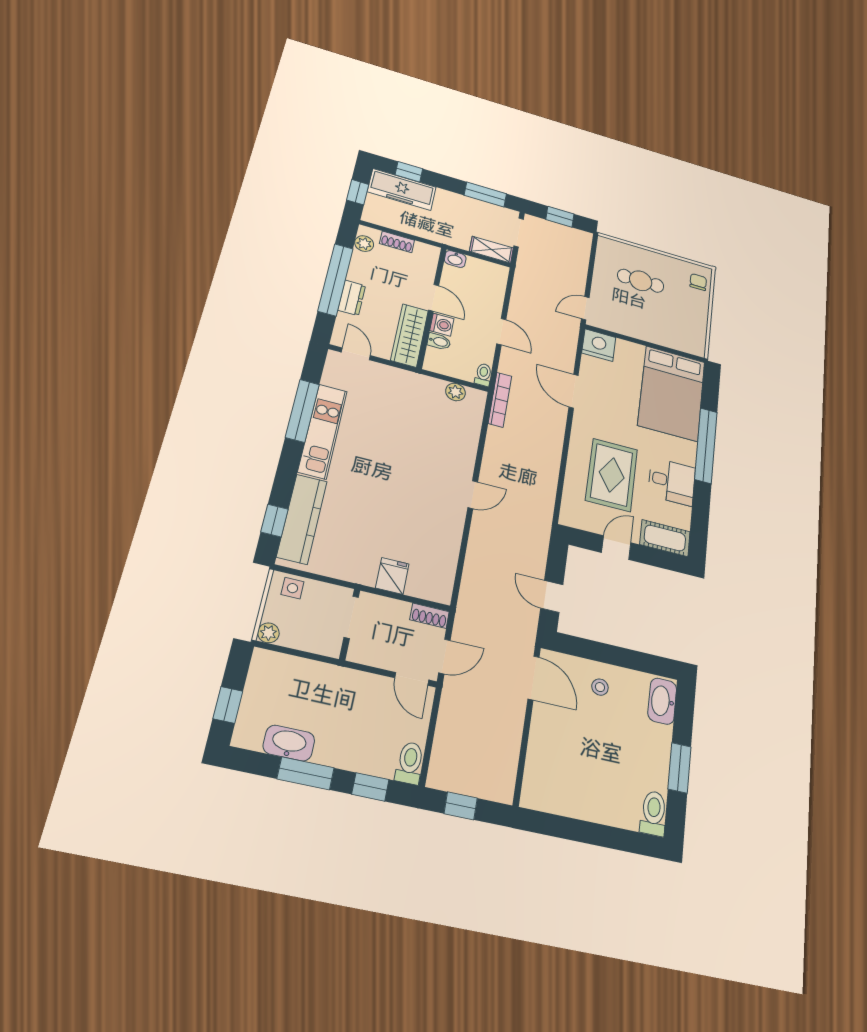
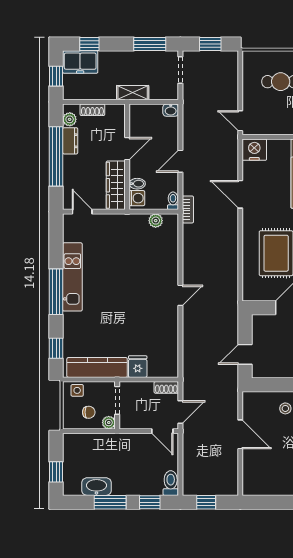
freezer: (402, 189) -> (80, 62), width x0.71
shelving: (492, 250) -> (133, 93), moved
washbasin: (455, 259) -> (171, 110), moved
dresser: (352, 298) -> (70, 141), moved
door: (434, 298) -> (127, 149), hinge flipped
door: (585, 308) -> (240, 121), hinge flipped
washing machine: (442, 325) -> (137, 198), moved
door: (501, 332) -> (180, 161), swing flipped
bookcase: (500, 400) -> (188, 209), width x0.64
window: (302, 411) -> (56, 292), moved
kitchen counter: (302, 519) -> (97, 367), moved, turned -90
door: (552, 596) -> (245, 354), hinge flipped
chair: (303, 624) -> (89, 412), added
plant: (268, 633) -> (109, 423), moved
door: (533, 678) -> (240, 434), moved

